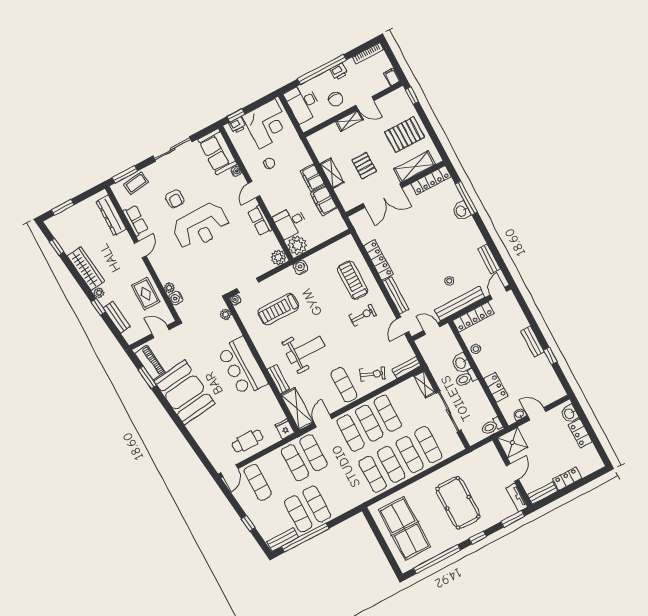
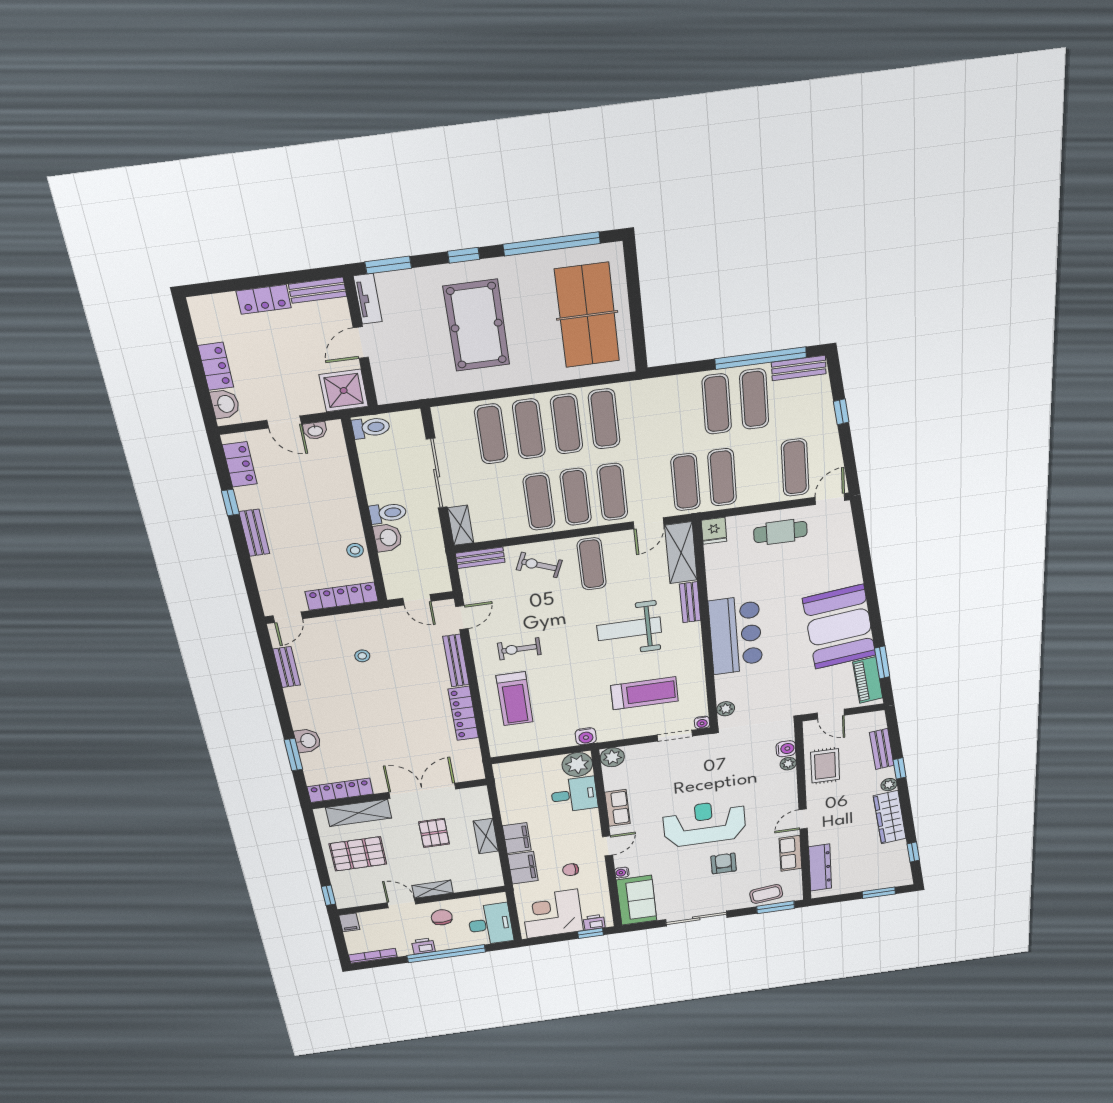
window: (466, 198) -> (293, 755), width x0.69
filing cabinet: (324, 201) -> (523, 868), moved
bench: (460, 304) -> (357, 621), removed
locker: (496, 387) -> (240, 464), moved, turned 180

